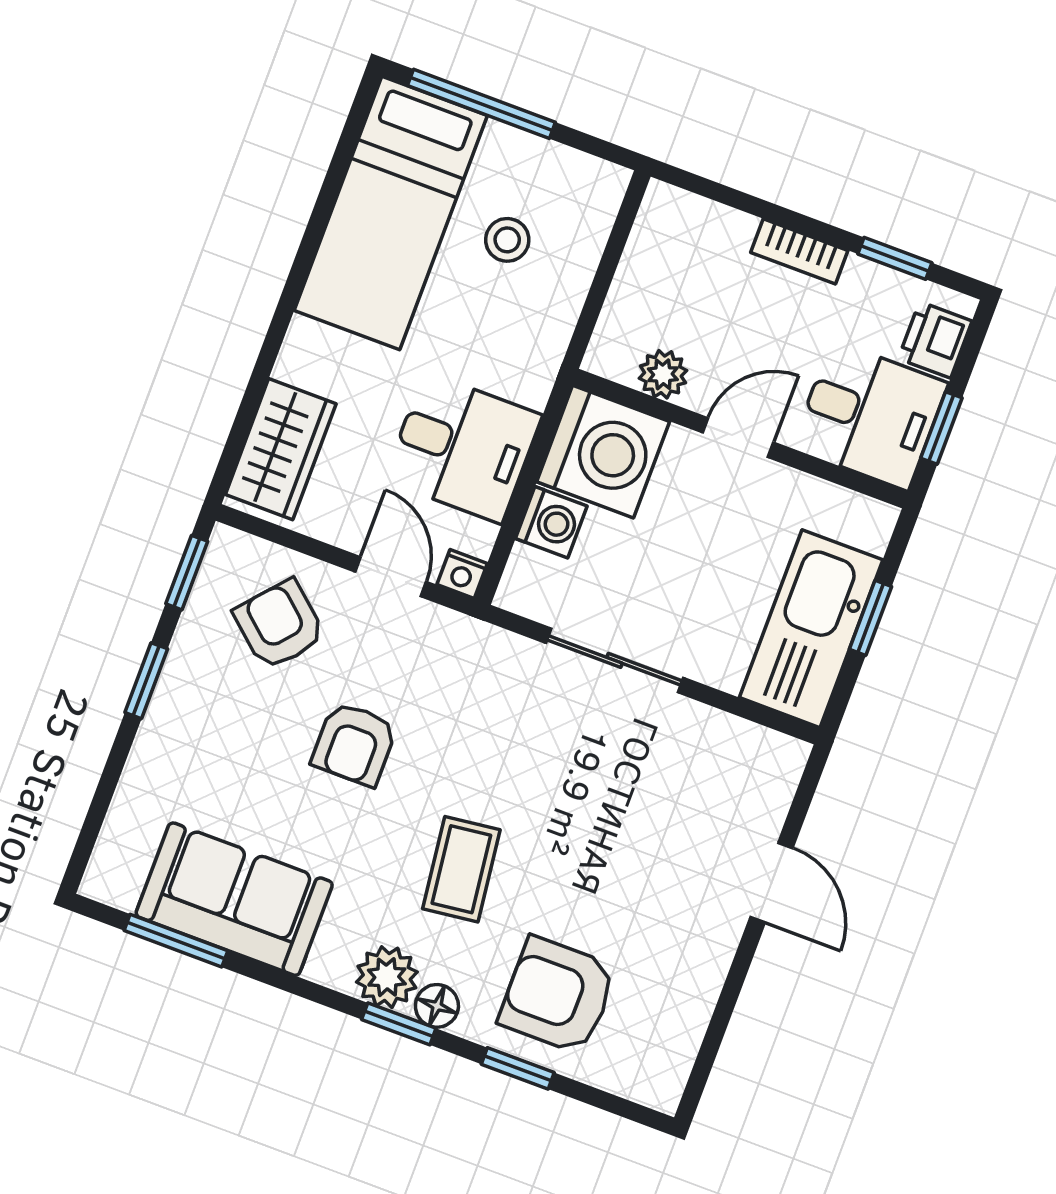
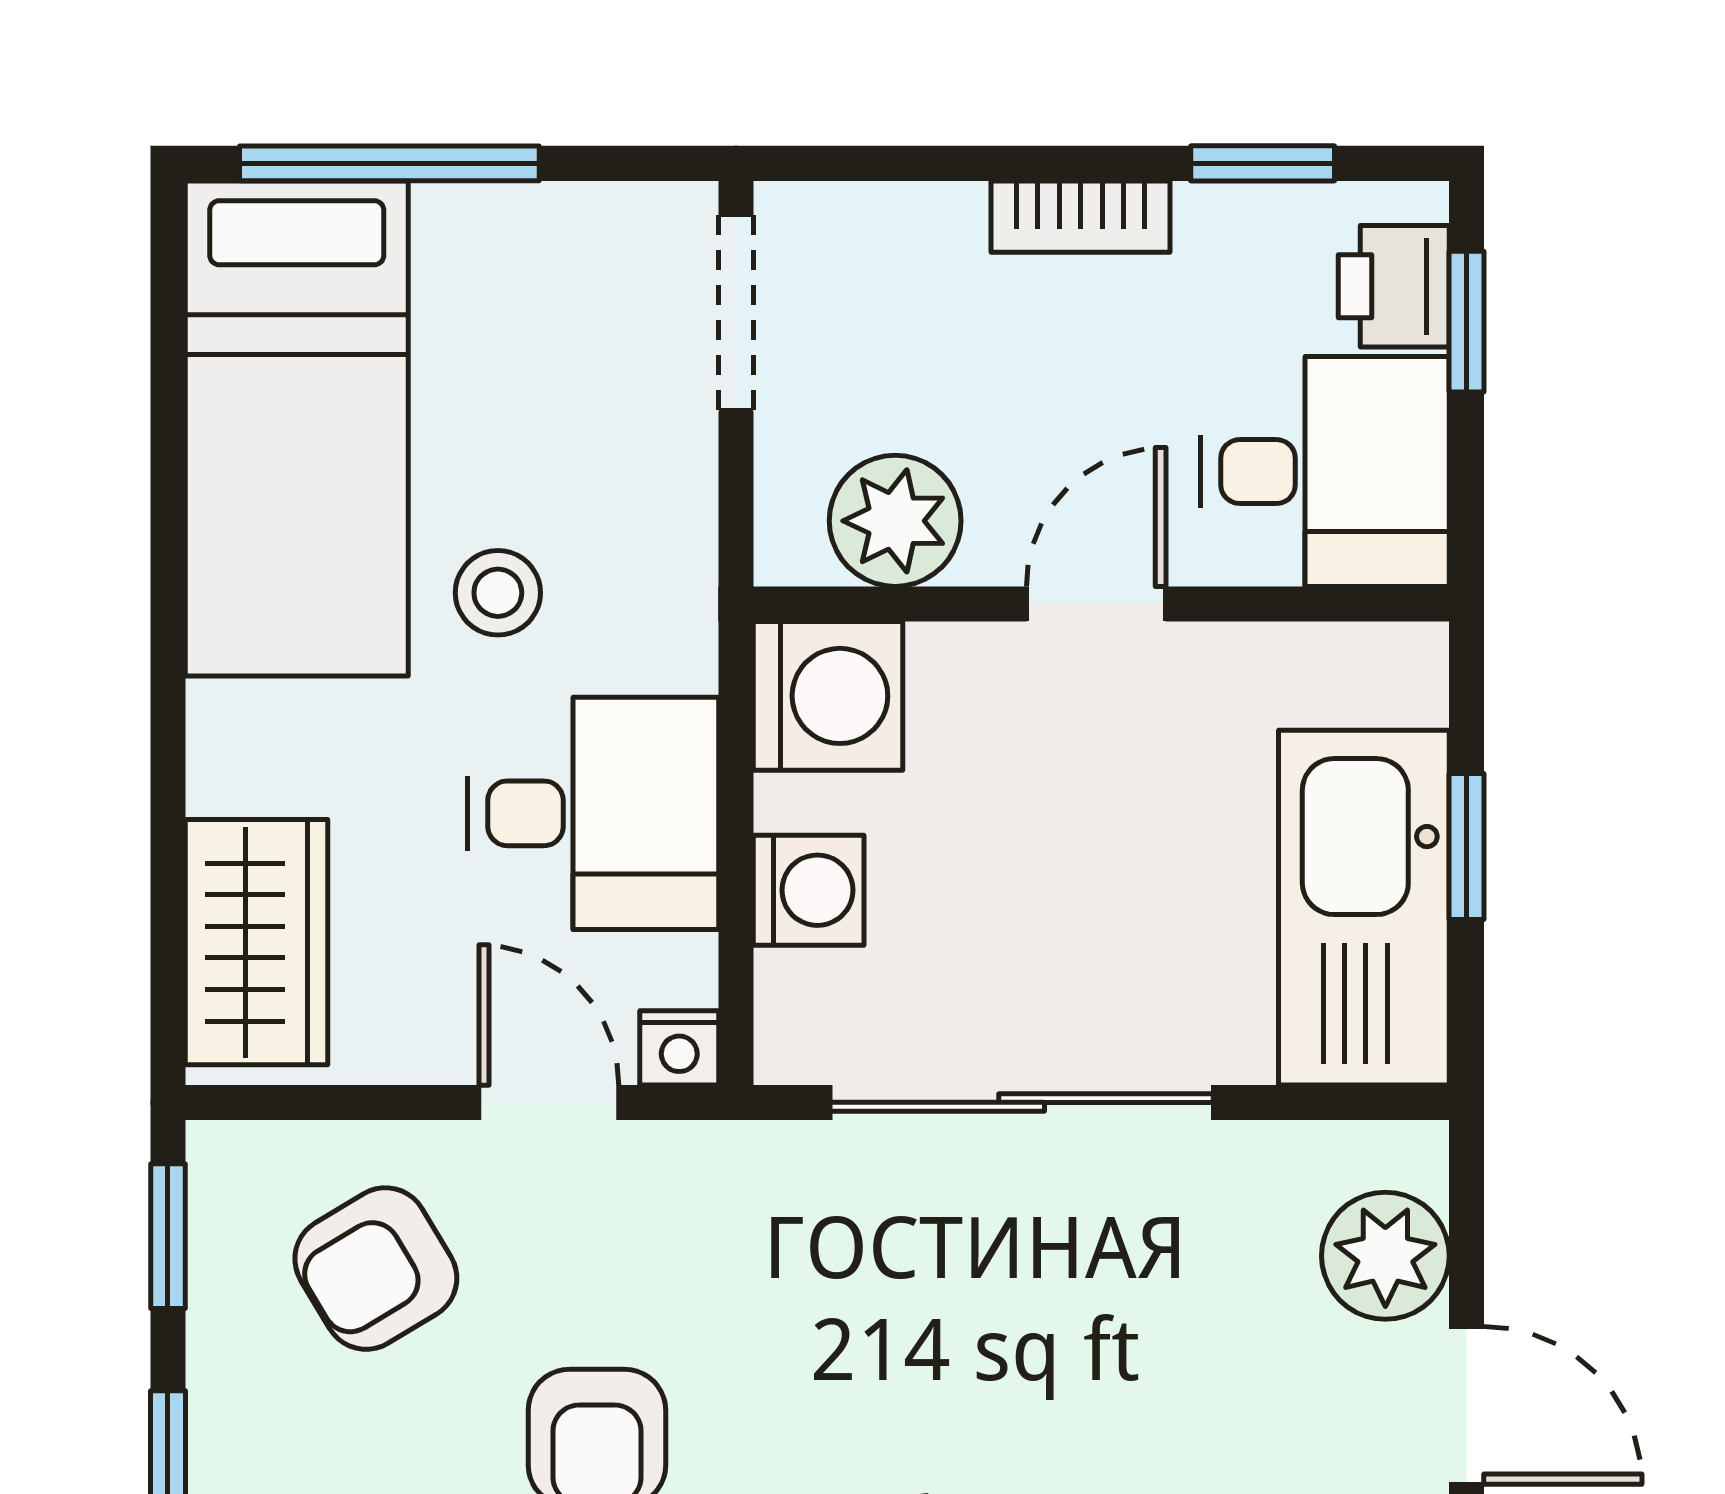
doorway: (619, 236) -> (736, 313), added
stool: (507, 240) -> (498, 593), moved
plant: (663, 374) -> (895, 521), width x1.38, depth x1.38
window: (941, 428) -> (1466, 322), moved
washing machine: (603, 452) -> (828, 696), width x0.73, depth x0.73
armchair: (279, 625) -> (376, 1269), turned -72
sliding door: (615, 660) -> (1022, 1102), width x1.37
plant: (760, 797) -> (1385, 1256), added

